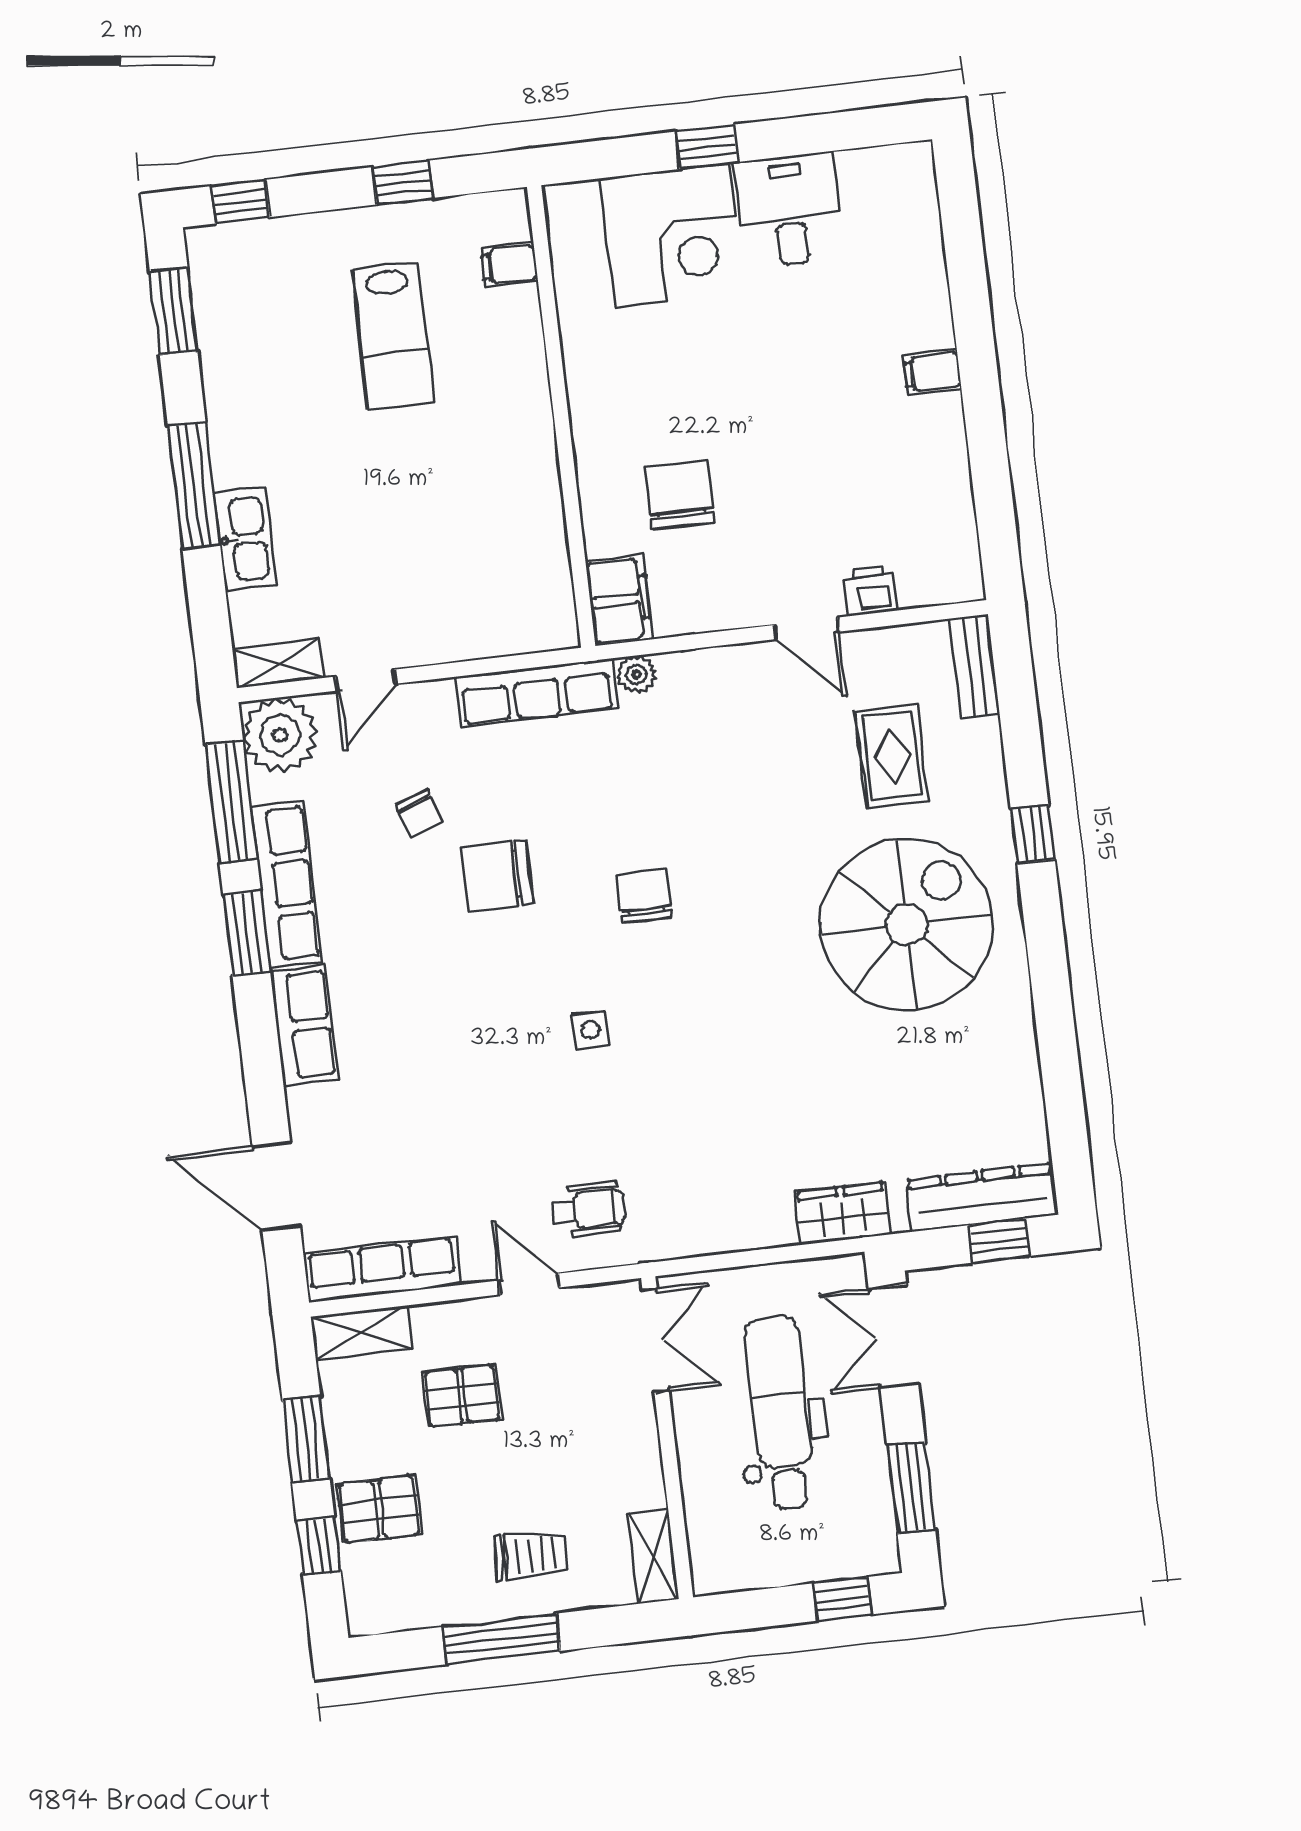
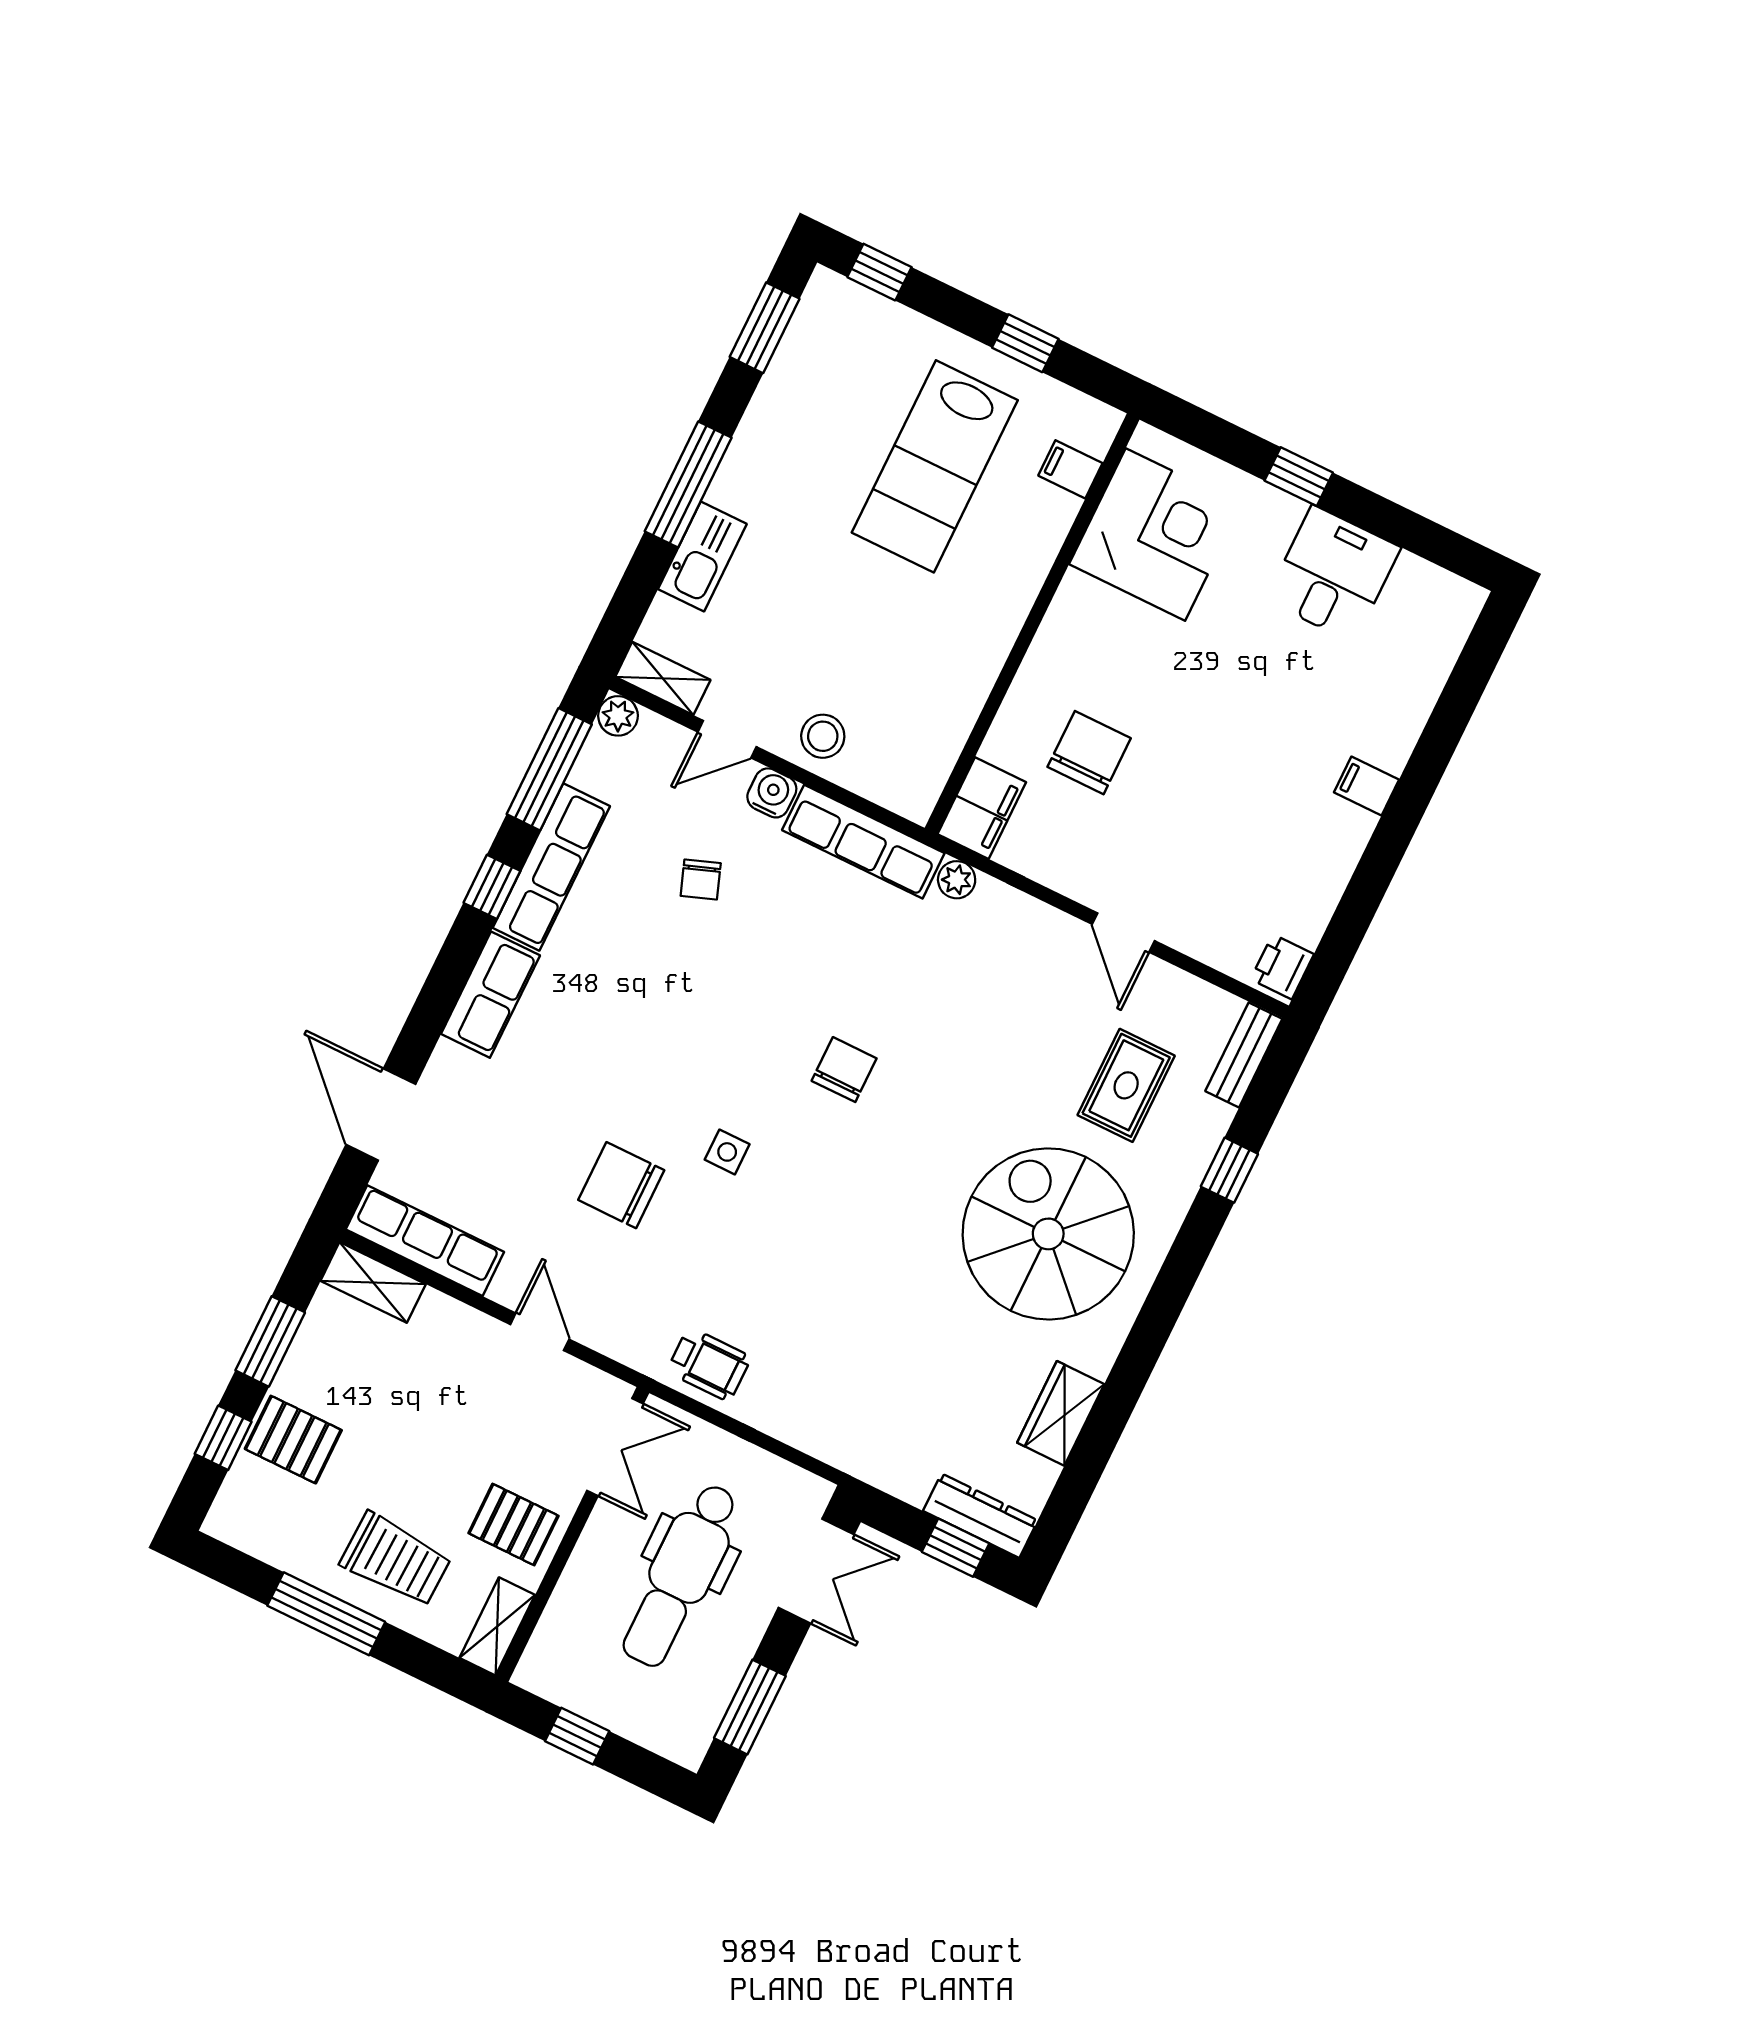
corner desk: (672, 235) -> (1155, 534), moved, turned -90
lab bench: (393, 336) -> (935, 466), width x1.36, depth x1.39
printer: (870, 590) -> (1282, 967), moved, turned -90
stool: (445, 625) -> (823, 736), added
water cooler: (433, 701) -> (772, 793), added
plant: (280, 735) -> (618, 716), width x0.53, depth x0.53
window: (1033, 834) -> (1229, 1170), moved
chair: (497, 876) -> (621, 1185), moved
spiral stairs: (907, 925) -> (1048, 1234), turned -90
window: (247, 933) -> (492, 887), width x0.67
dresser: (982, 1197) -> (980, 1516), width x0.73, depth x0.80
wheelchair: (589, 1209) -> (709, 1364), moved
wardrobe: (843, 1213) -> (1061, 1413), moved, turned -90
double door: (893, 1336) -> (816, 1571), swing flipped
pallet: (462, 1396) -> (513, 1524), moved
dental chair: (781, 1413) -> (681, 1575), turned 180
trolley: (531, 1555) -> (396, 1560), width x1.36, depth x1.39
window: (842, 1599) -> (577, 1736), moved

